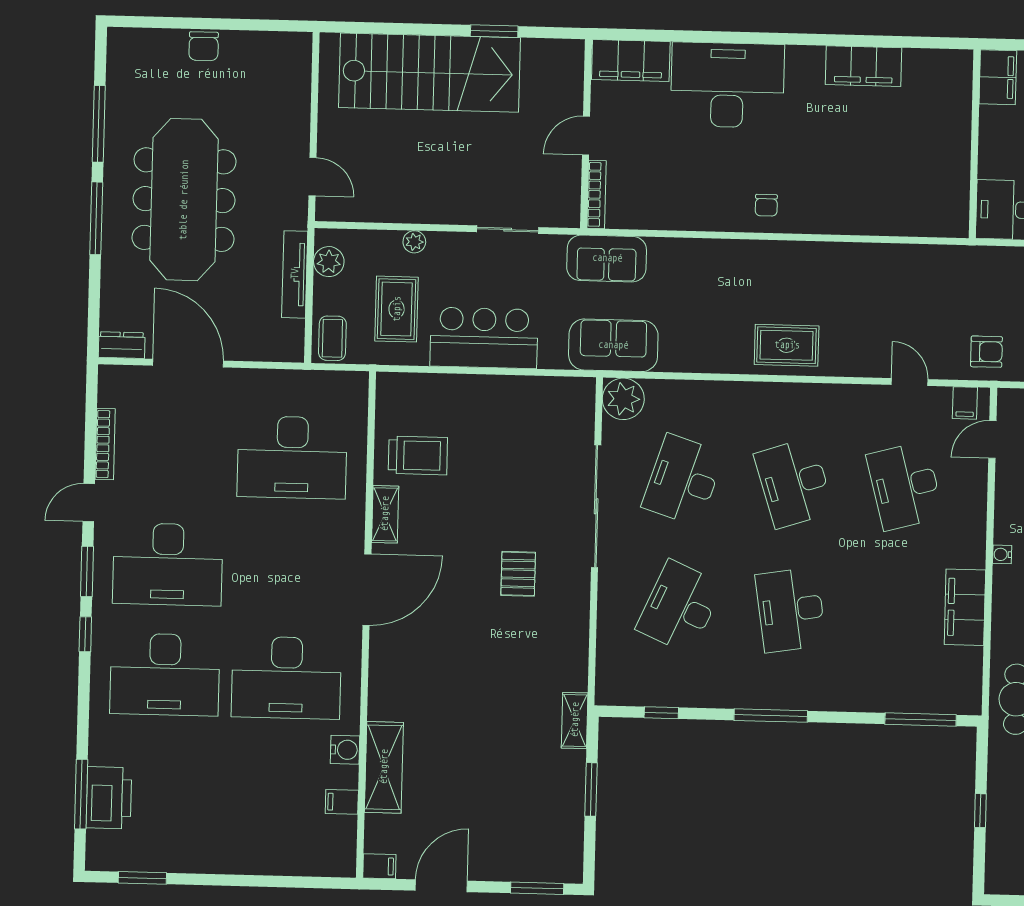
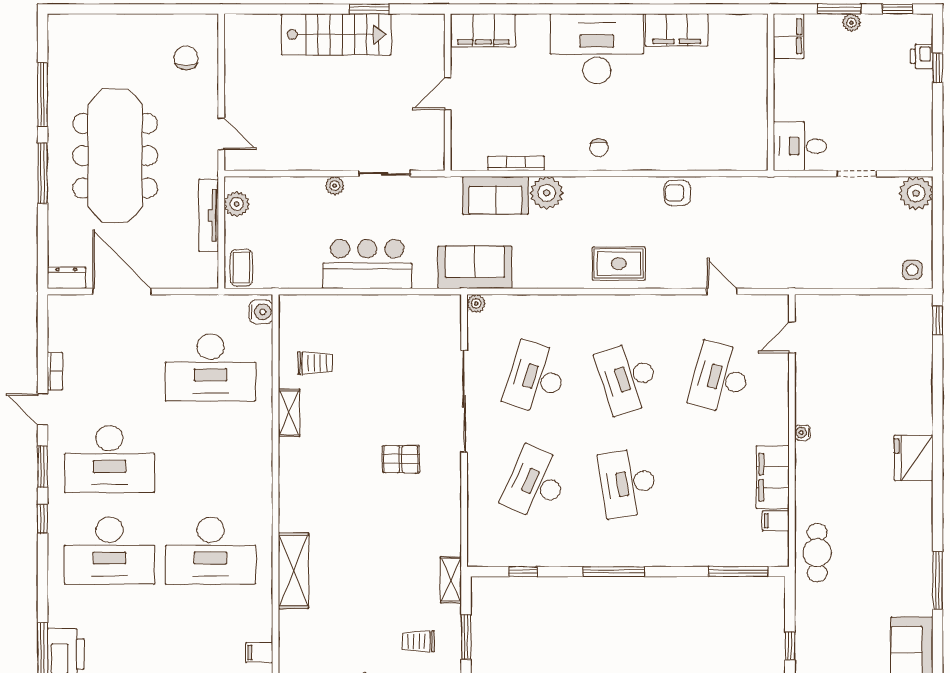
chair: (204, 46) -> (186, 58), moved, turned 180
stairs: (429, 73) -> (336, 34), width x0.73, depth x0.66
desk: (727, 85) -> (597, 49), moved
bookcase: (597, 194) -> (516, 163), moved, turned -90
plant: (414, 242) -> (335, 186), moved
sofa: (607, 258) -> (495, 195), moved
plant: (702, 258) -> (547, 193), added
rug: (397, 309) -> (294, 242), removed
armchair: (986, 352) -> (677, 193), moved, turned 180
plant: (623, 399) -> (476, 304), width x0.53, depth x0.53
filing cabinet: (965, 403) -> (776, 521), moved, turned 90
bookcase: (105, 444) -> (55, 371), width x0.64
trolley: (418, 455) -> (315, 363), width x0.73, depth x0.72
desk: (905, 486) -> (720, 378), turned 30
door: (89, 503) -> (43, 409), hinge flipped
pallet: (518, 574) -> (401, 459), turned 90
door: (367, 590) -> (276, 476), removed
water cooler: (345, 750) -> (261, 312), moved
shelving: (384, 767) -> (293, 571), moved
trolley: (534, 793) -> (418, 641), added

